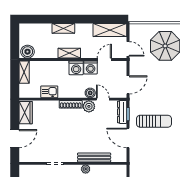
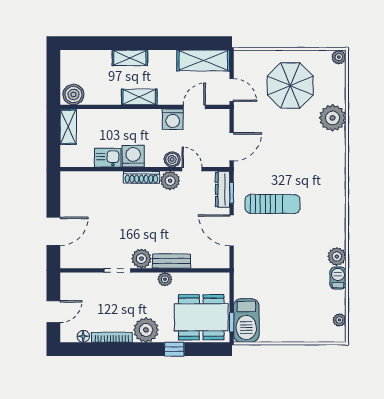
washing machine: (76, 68) -> (133, 156), moved, turned 180
wardrobe: (26, 113) -> (70, 190), removed
plant: (71, 156) -> (141, 259), added
bench: (94, 157) -> (171, 261), width x0.73

